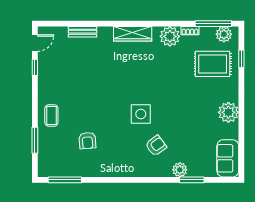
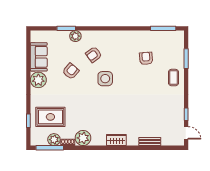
wardrobe: (133, 34) -> (116, 140), width x0.67
plant: (224, 34) -> (54, 140), moved
door: (35, 43) -> (186, 133), swing flipped
armchair: (186, 124) -> (71, 71), added
sofa: (228, 158) -> (39, 57), moved

